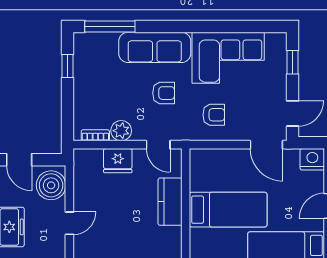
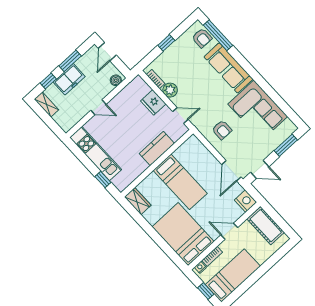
window: (293, 62) -> (286, 145), width x1.50
window: (68, 66) -> (166, 43), moved
armchair: (164, 93) -> (202, 38), moved
door: (158, 145) -> (180, 116), swing flipped
boiler: (51, 185) -> (116, 80), width x0.54, depth x0.54

